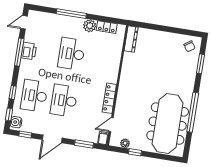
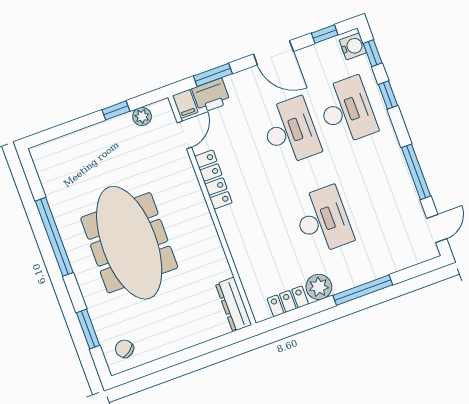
printer: (29, 51) -> (211, 96), moved, turned -90
meeting table: (168, 124) -> (129, 243), moved
door: (52, 139) -> (273, 53), swing flipped

